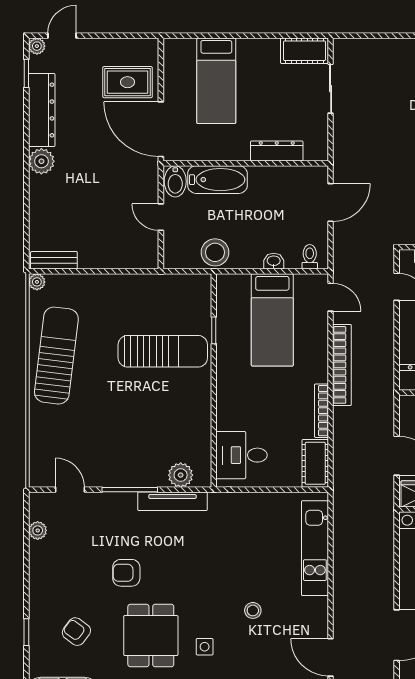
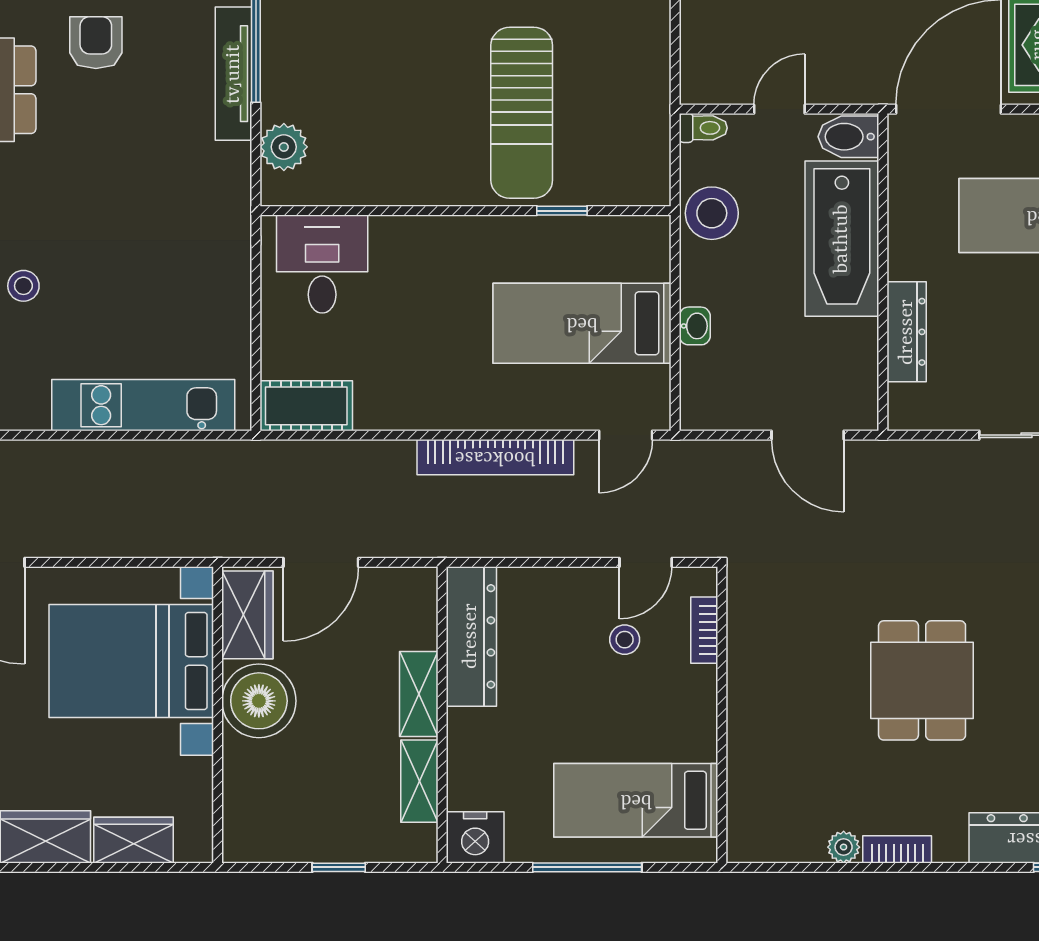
bathtub: (217, 180) -> (842, 239), width x1.36, depth x1.36
toilet: (310, 257) -> (703, 128), moved
bookcase: (321, 411) -> (408, 418), removed
tv unit: (172, 501) -> (234, 74), moved

